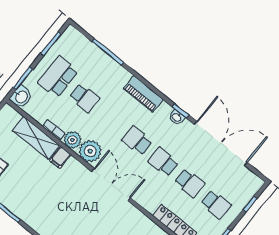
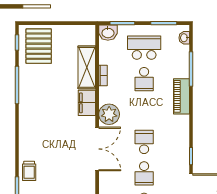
piano: (143, 94) -> (181, 96), moved
washbasin: (177, 117) -> (184, 38), moved
plant: (72, 140) -> (107, 95), removed
filing cabinet: (60, 158) -> (87, 103), width x2.00
school desk: (163, 162) -> (144, 173), turned 180

